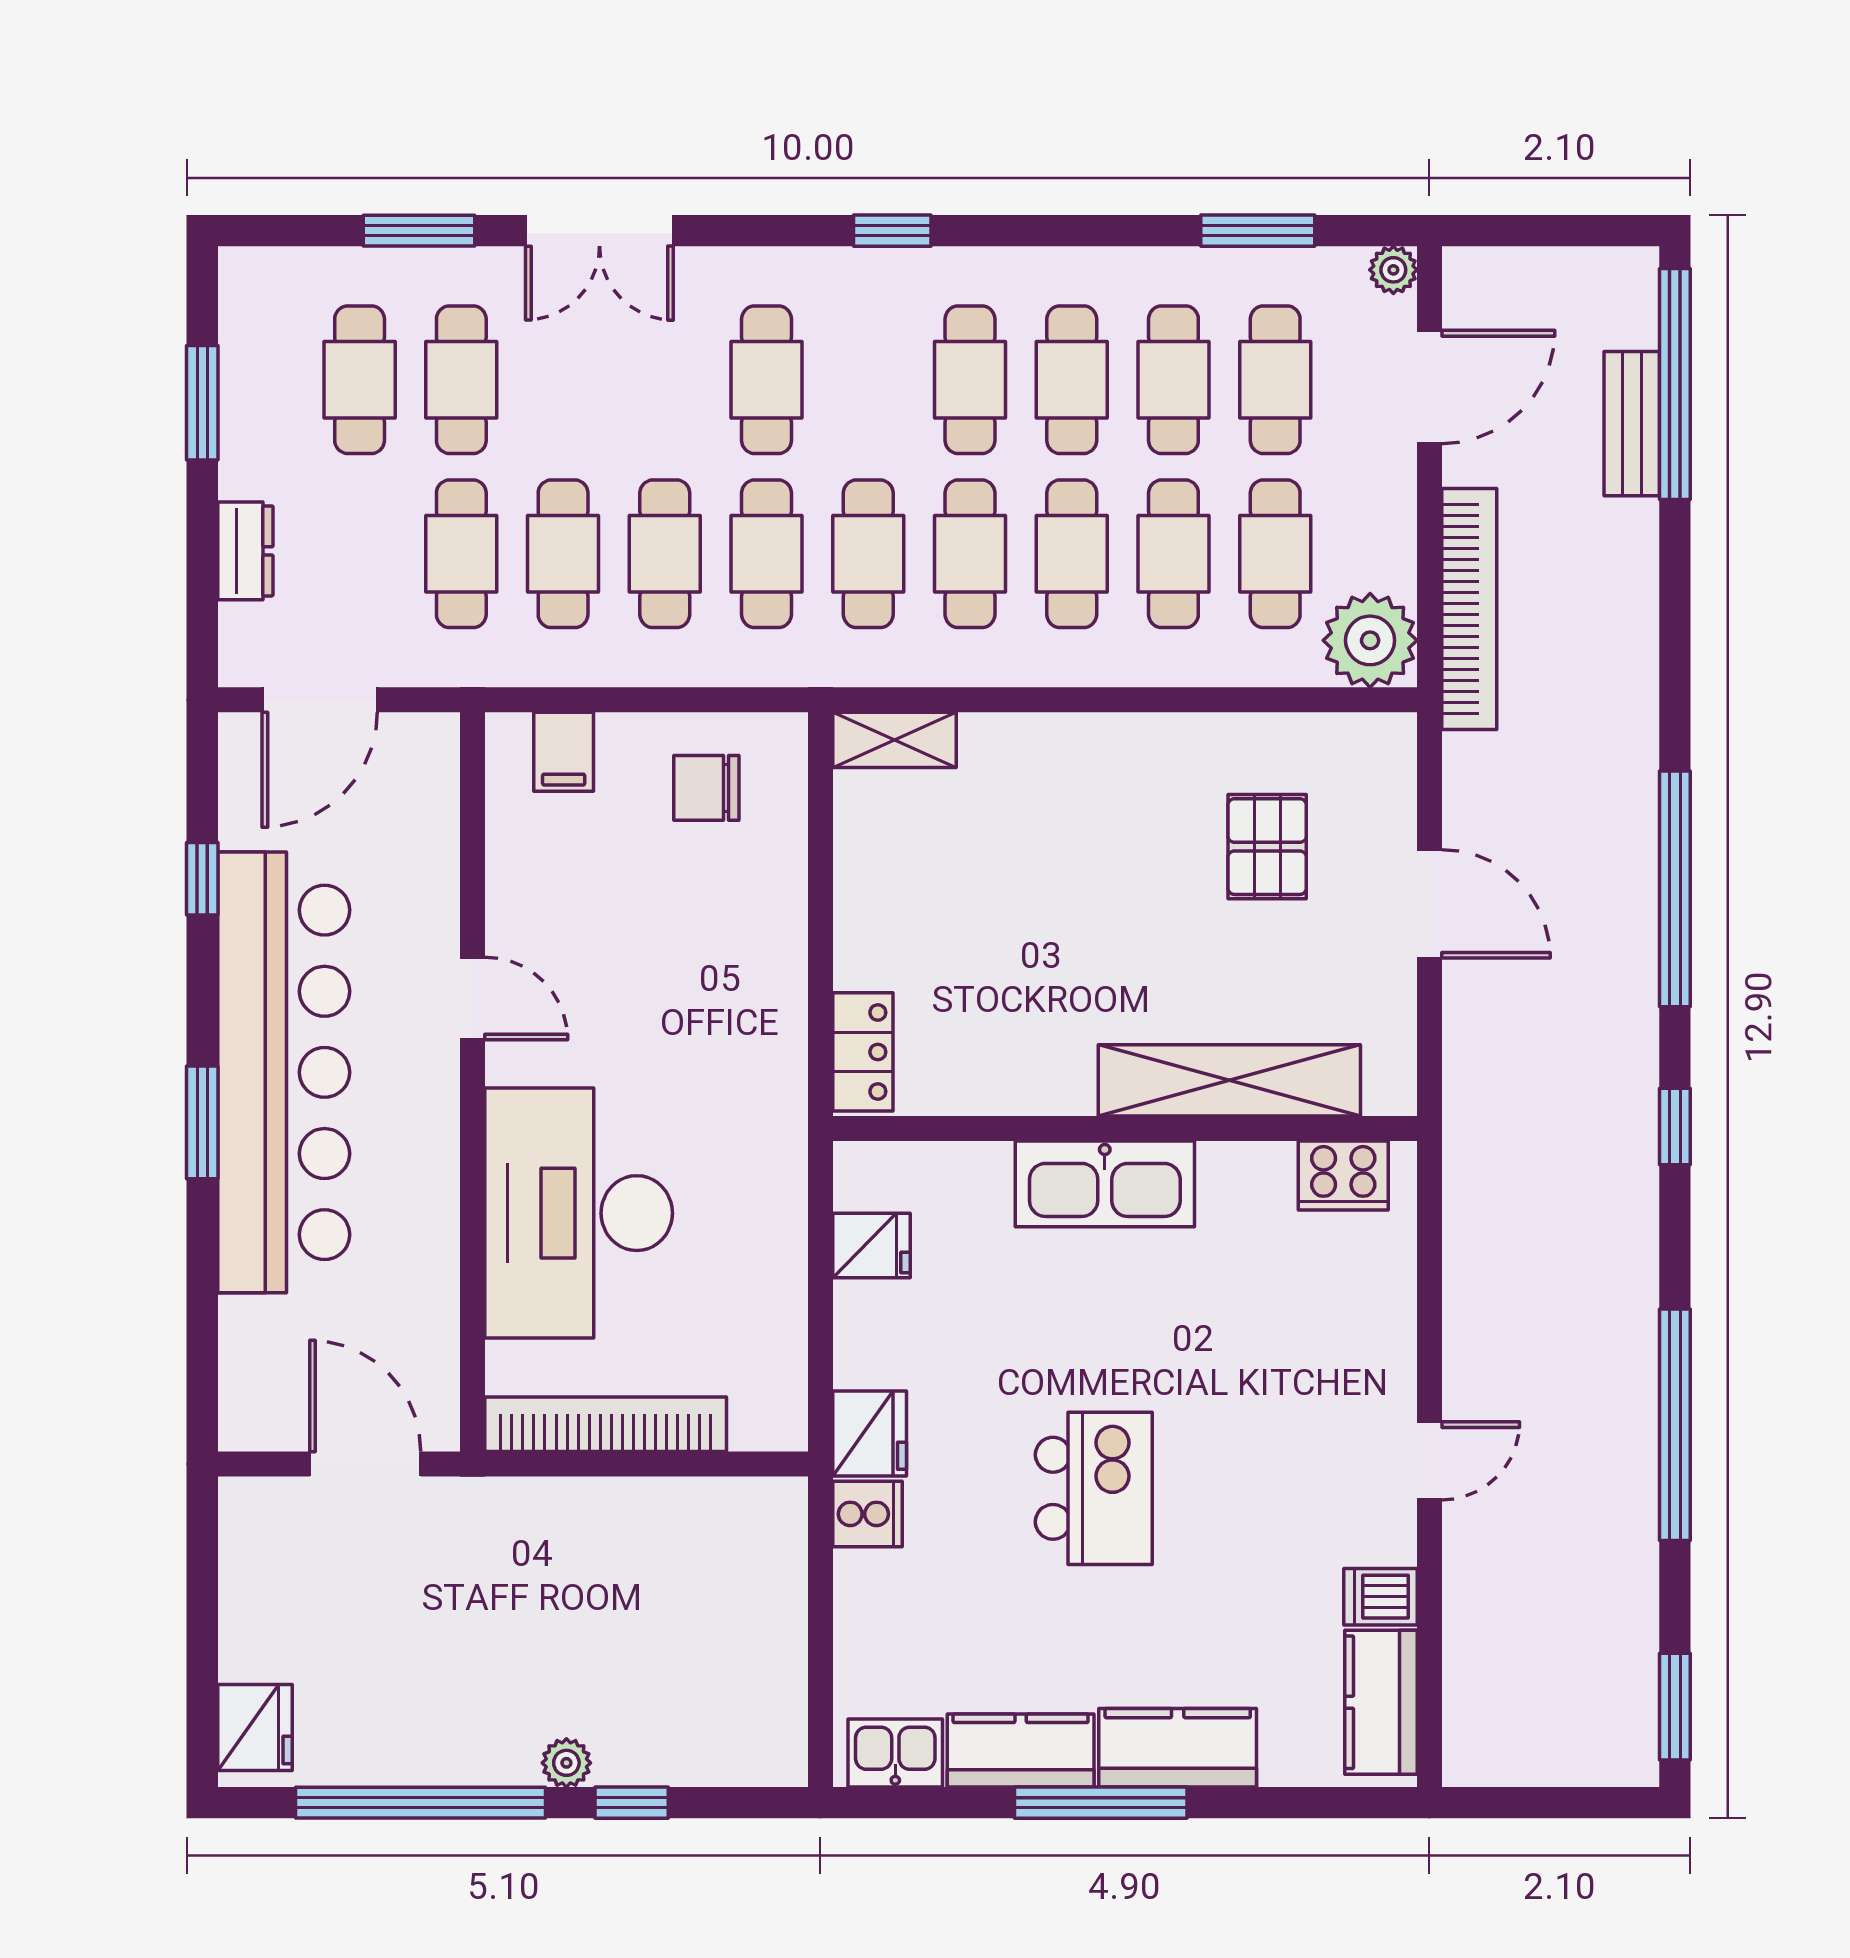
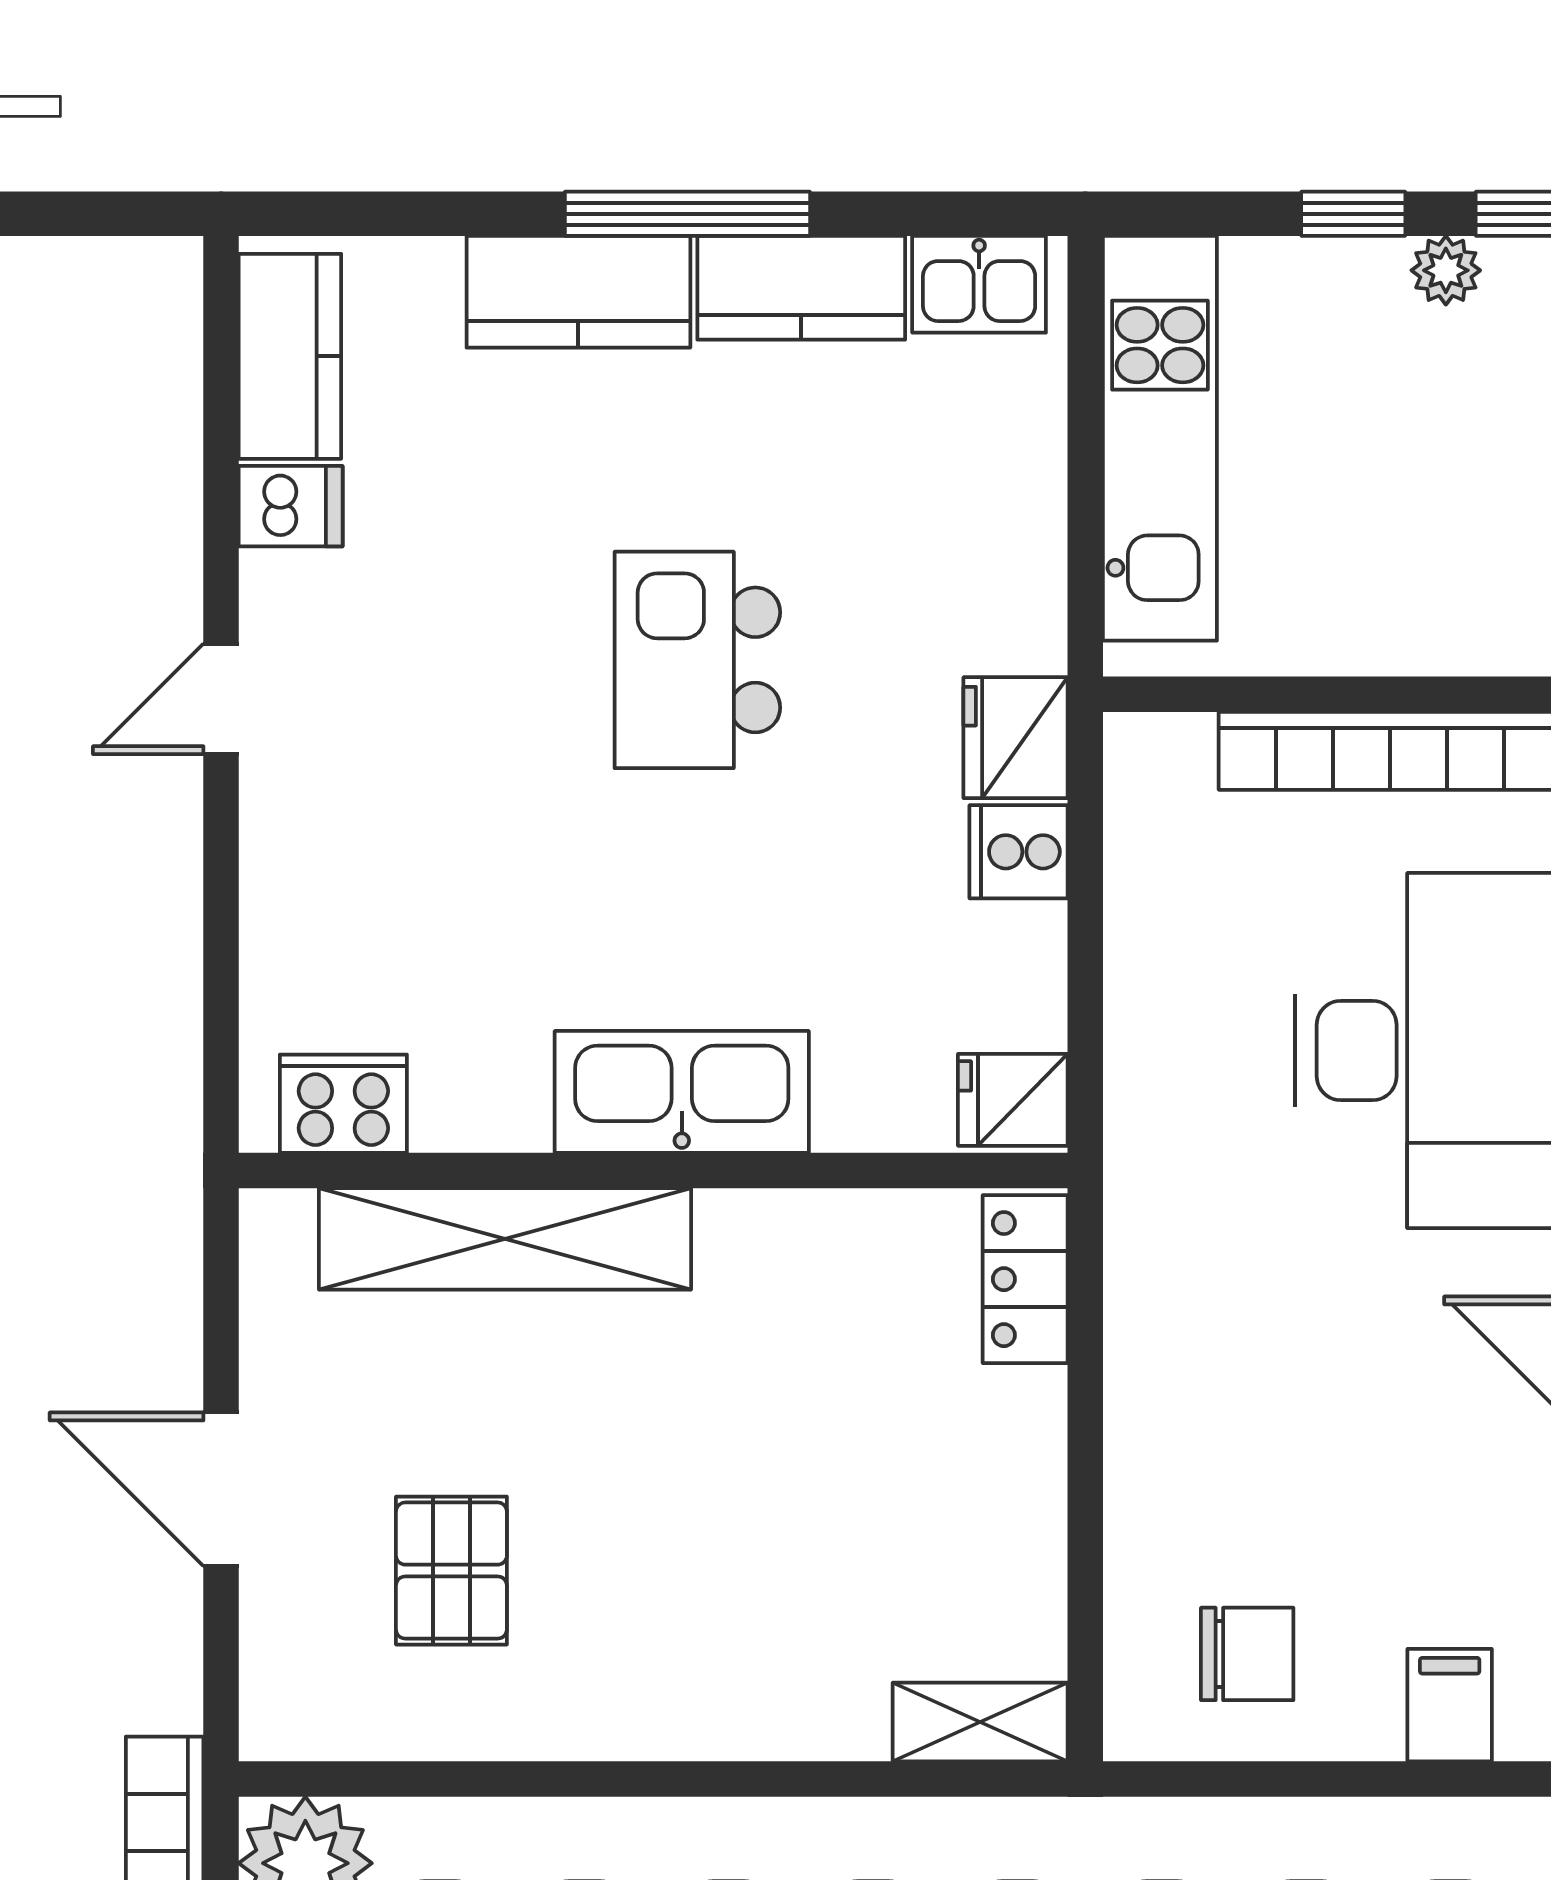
fridge: (872, 1246) -> (1013, 1100), moved
cooker: (868, 1514) -> (1018, 852), moved
kitchen unit: (768, 1645) -> (1160, 438), added

